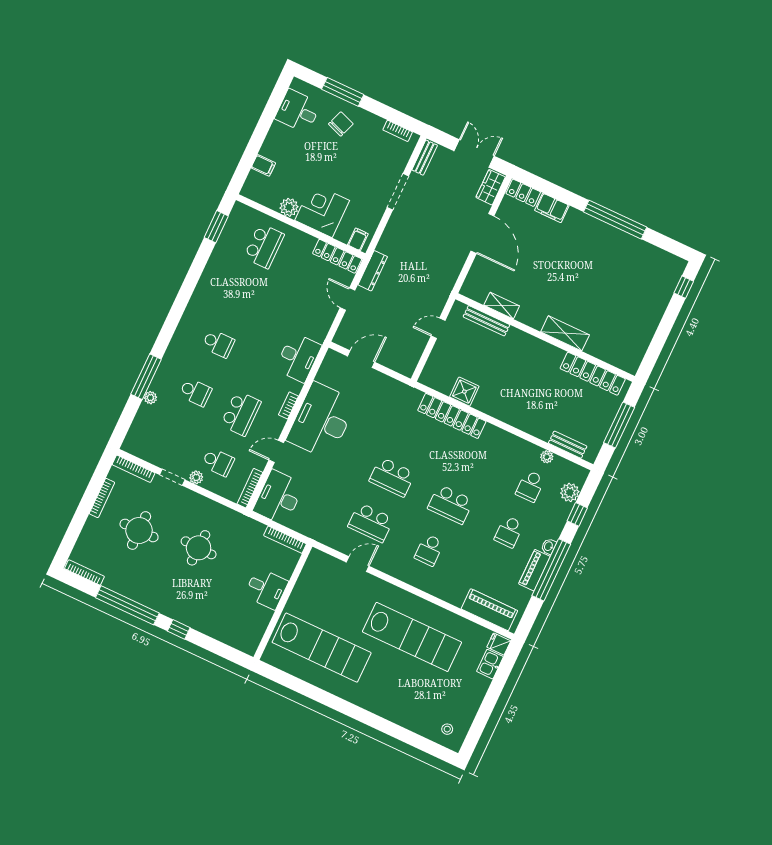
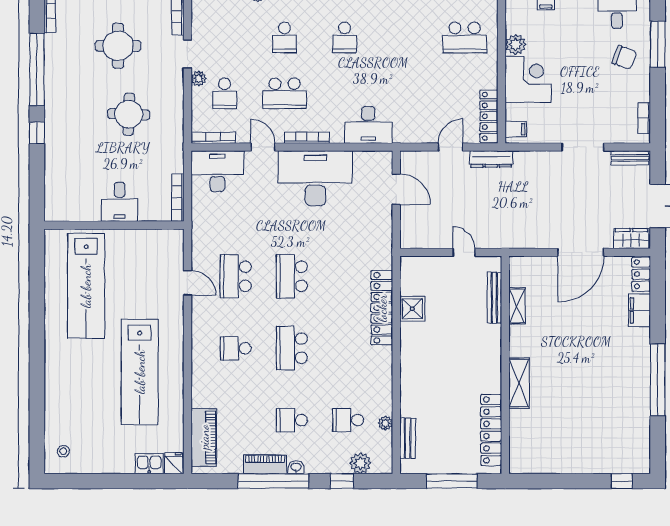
bookcase: (288, 405) -> (307, 138), width x1.56

